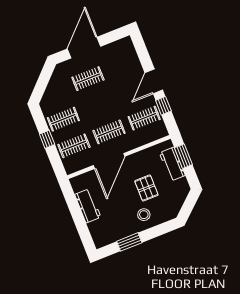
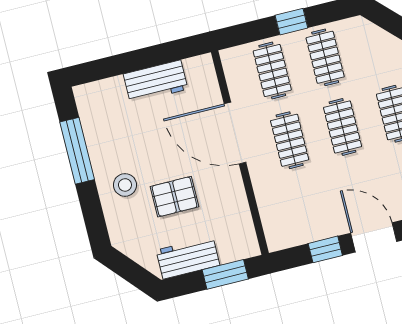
clothes rail: (144, 118) -> (343, 127), moved
workbench: (172, 164) -> (188, 258), moved
window: (129, 242) -> (77, 151), width x1.44

